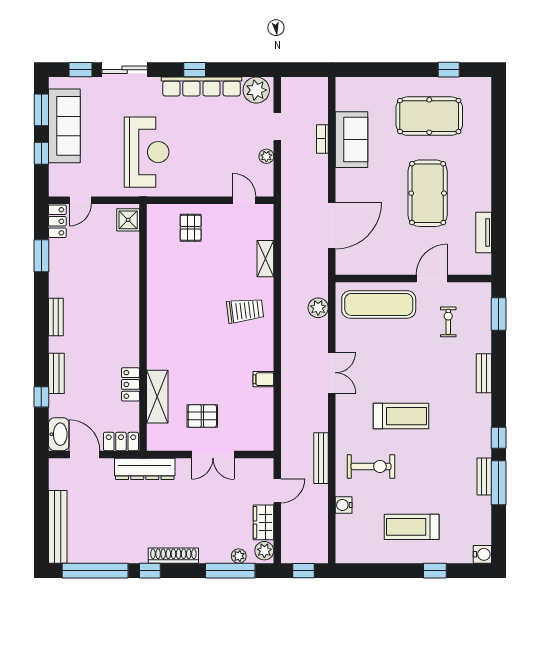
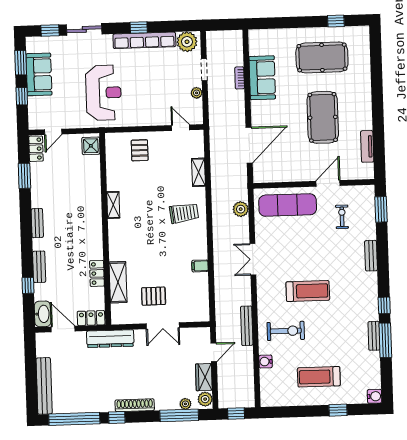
sofa: (64, 126) -> (39, 74), width x0.73
shelving: (154, 297) -> (113, 205), added
double door: (332, 373) -> (253, 259), swing flipped

